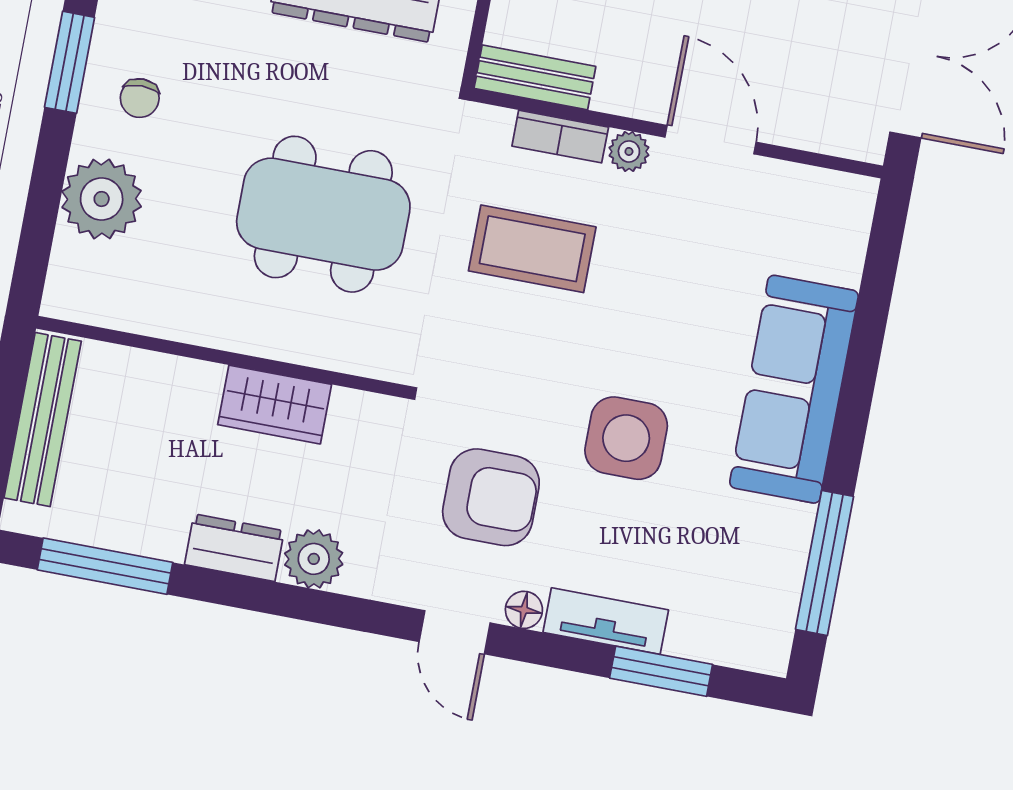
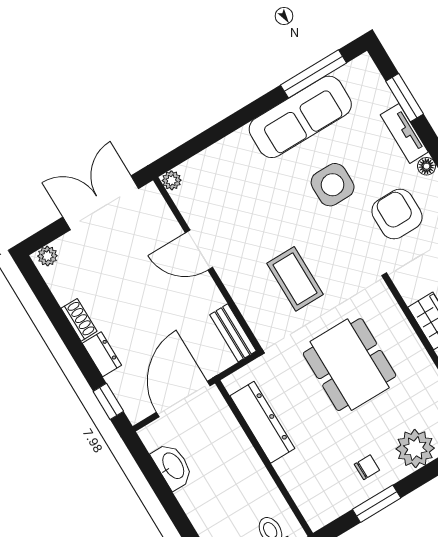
bookcase: (560, 137) -> (246, 305), removed
door: (711, 140) -> (199, 250), hinge flipped
plant: (629, 151) -> (172, 180), moved
sofa: (794, 389) -> (300, 117), moved

